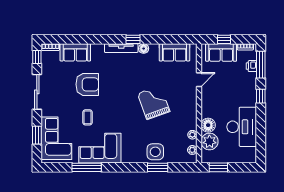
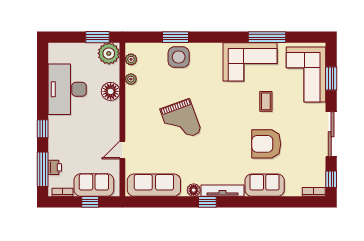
sofa: (75, 52) -> (265, 185), moved
sofa: (174, 52) -> (154, 185), width x1.36
plant: (209, 141) -> (109, 53), moved

